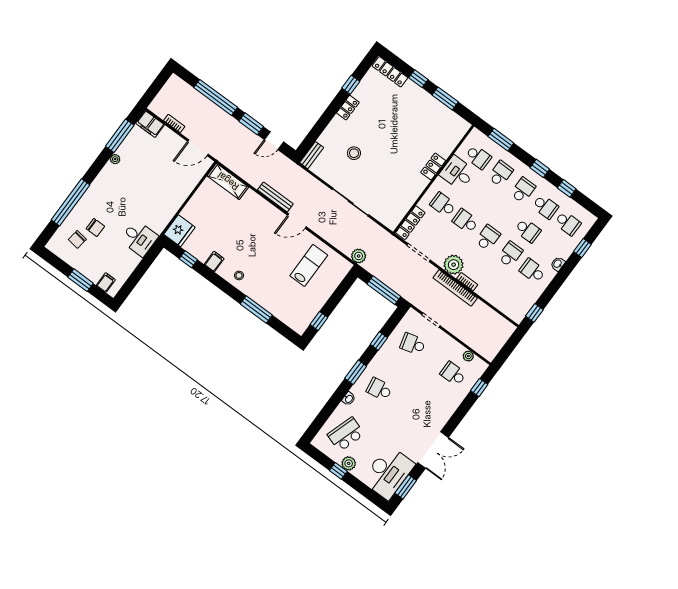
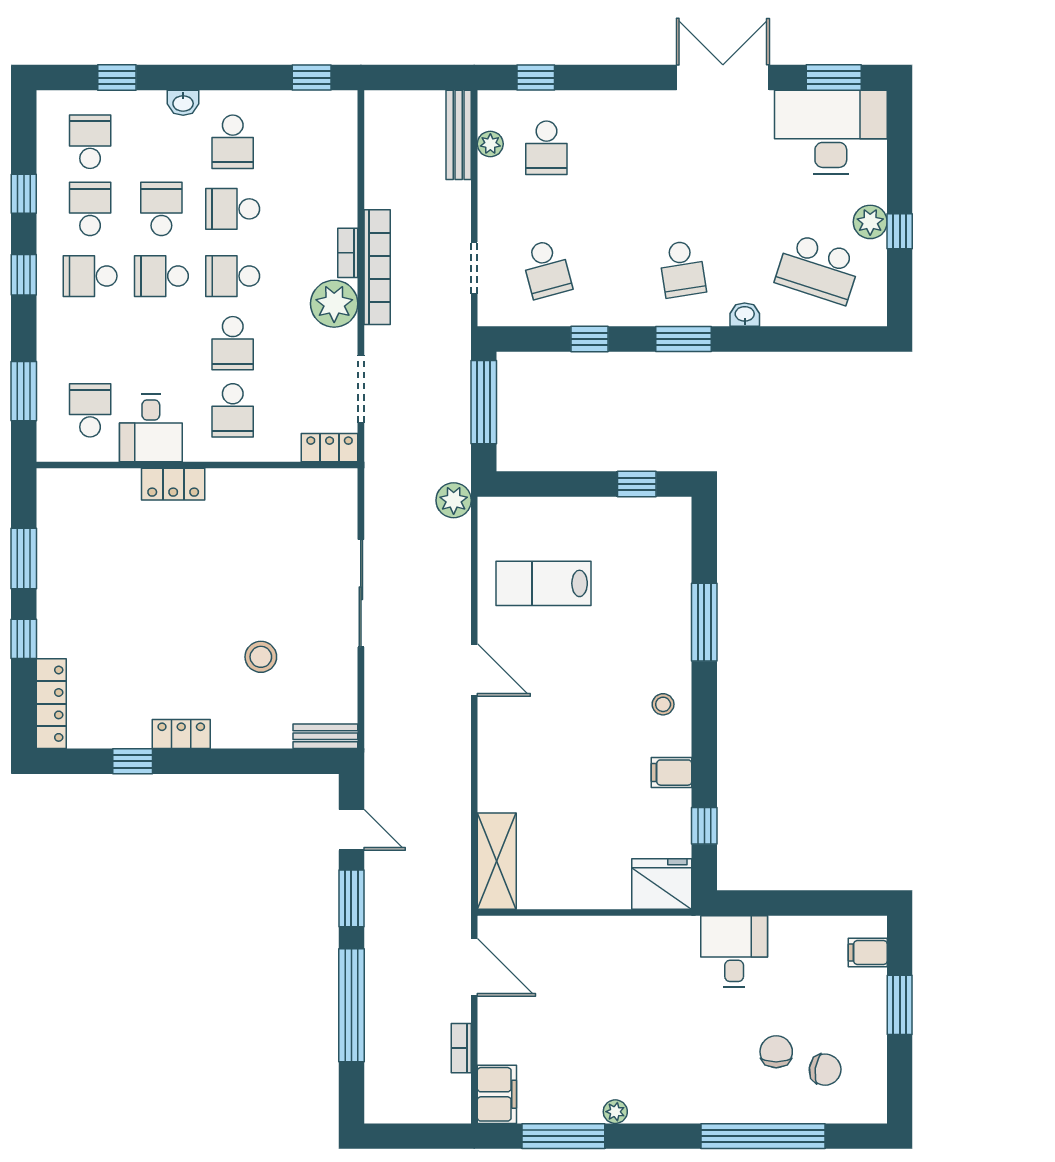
school desk: (501, 174) -> (161, 276), moved
bench: (275, 197) -> (459, 135), moved
locker: (410, 223) -> (330, 448), width x0.66

